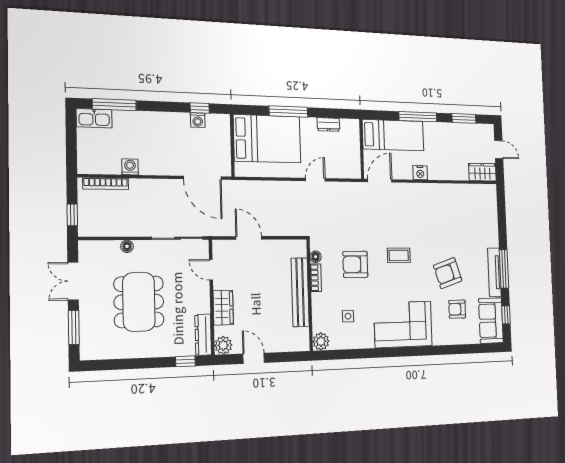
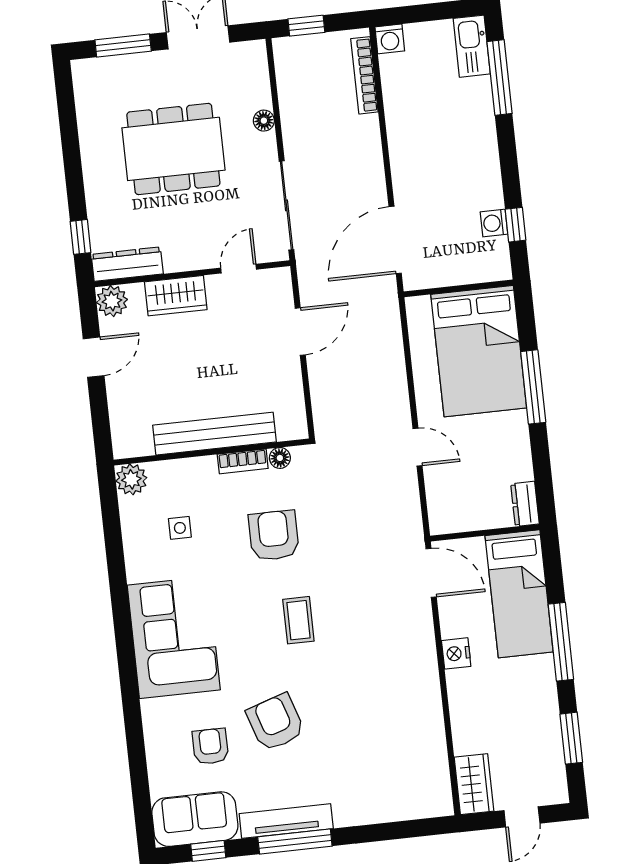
dresser: (328, 124) -> (525, 504), moved
washing machine: (130, 167) -> (390, 39), moved, turned 90

